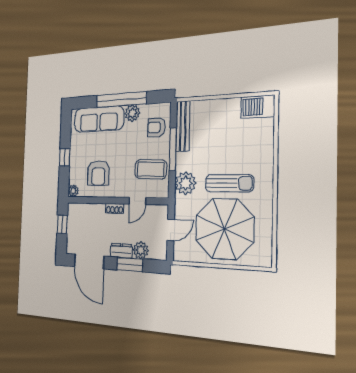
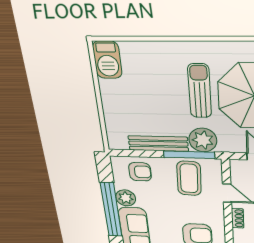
bench: (183, 126) -> (158, 144), moved
armchair: (157, 127) -> (140, 172), turned -90
window: (173, 149) -> (189, 155), moved

